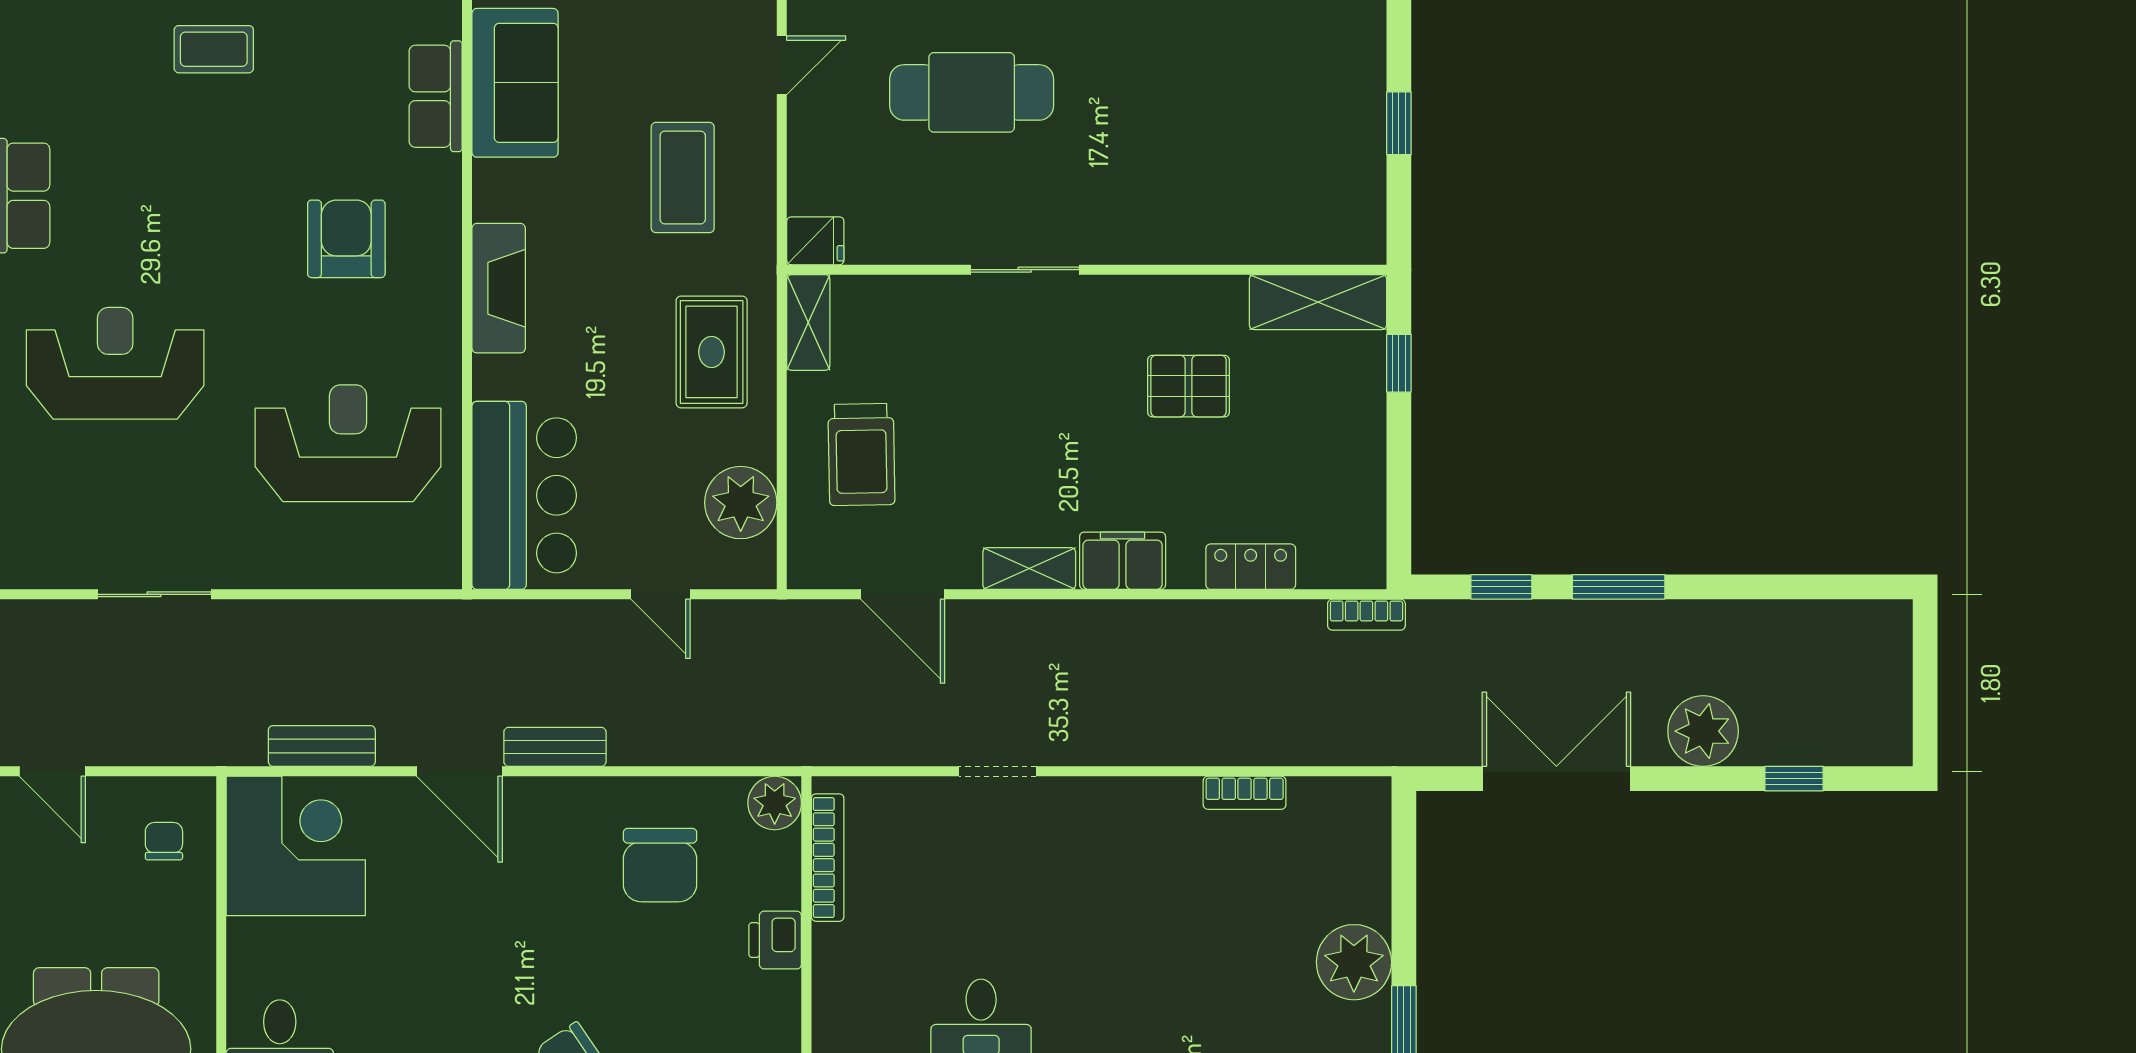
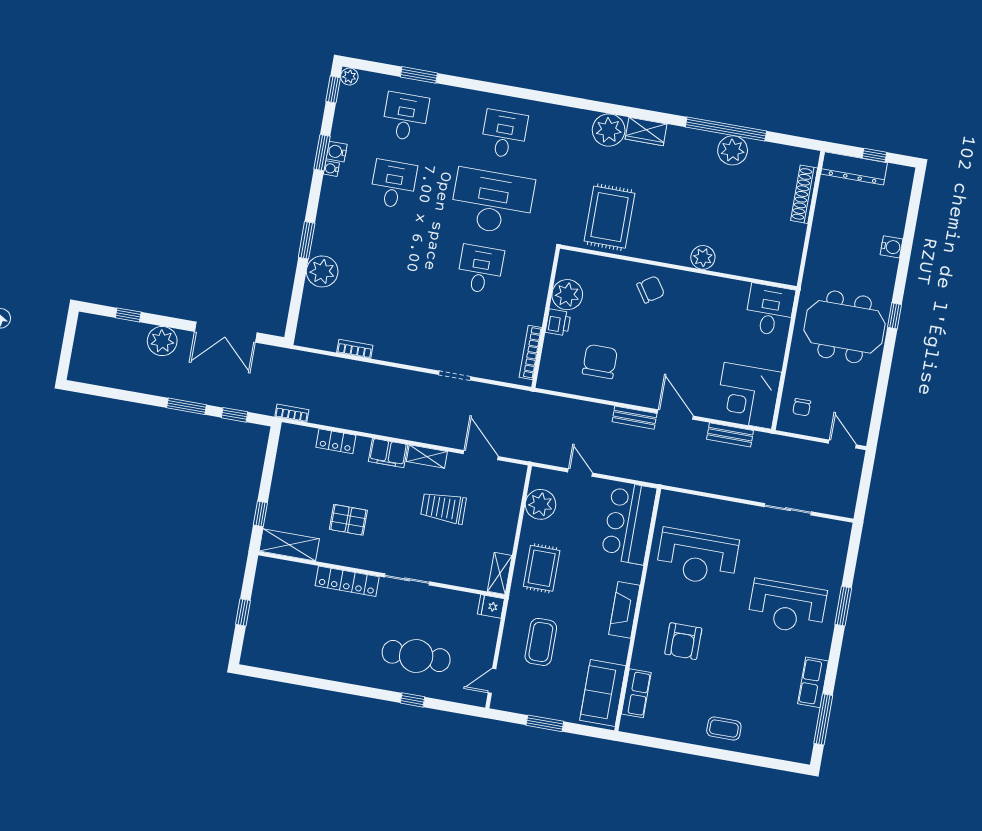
locker: (1166, 240) -> (347, 581), added
trolley: (861, 454) -> (443, 508), moved, turned -89
plant: (775, 803) -> (567, 295), moved, width x1.36, depth x1.36

